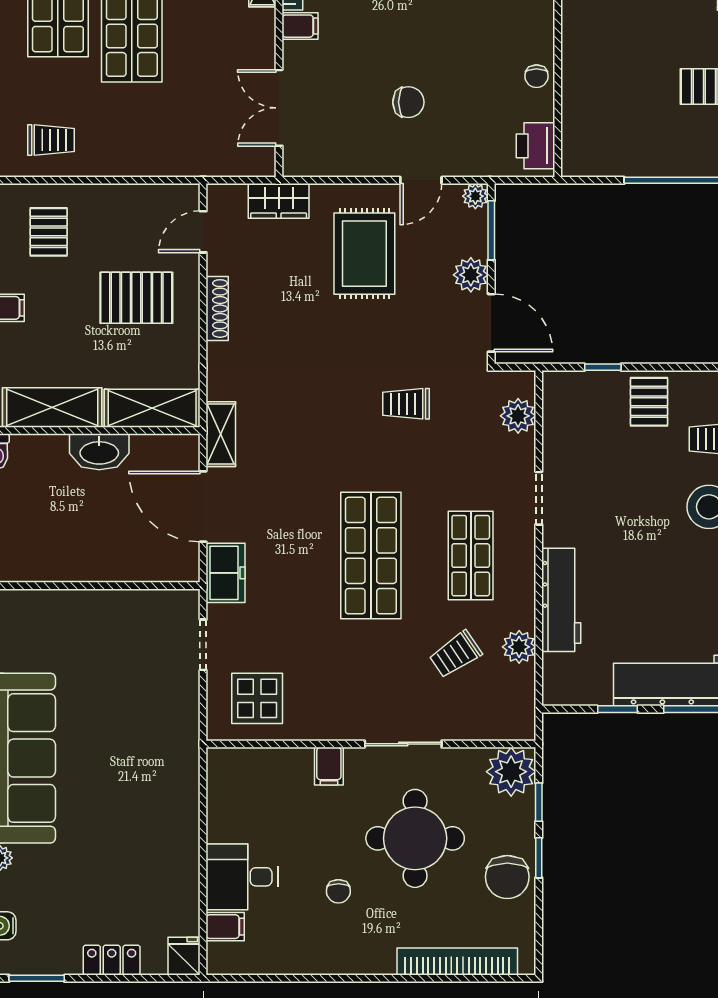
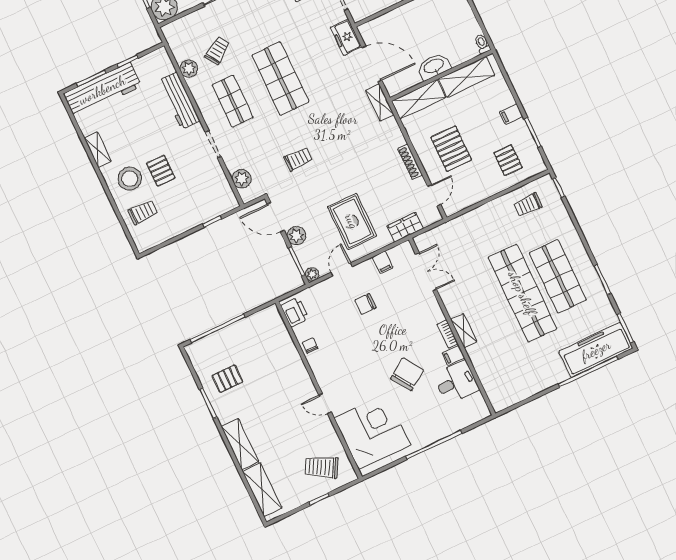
filing cabinet: (300, 26) -> (383, 262), moved, turned -90
pallet: (136, 298) -> (451, 149), turned 90
pallet: (649, 402) -> (161, 171), moved

